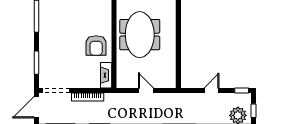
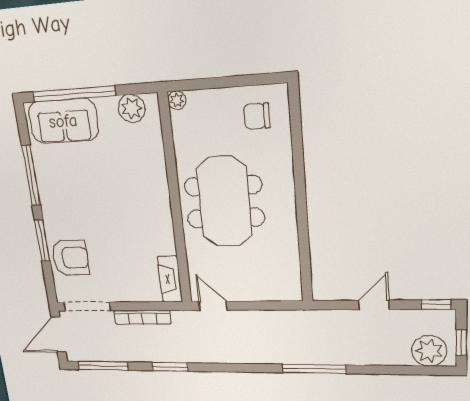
armchair: (96, 46) -> (70, 258), moved, turned -90
window: (36, 63) -> (42, 241), moved
door: (146, 90) -> (213, 306), moved

